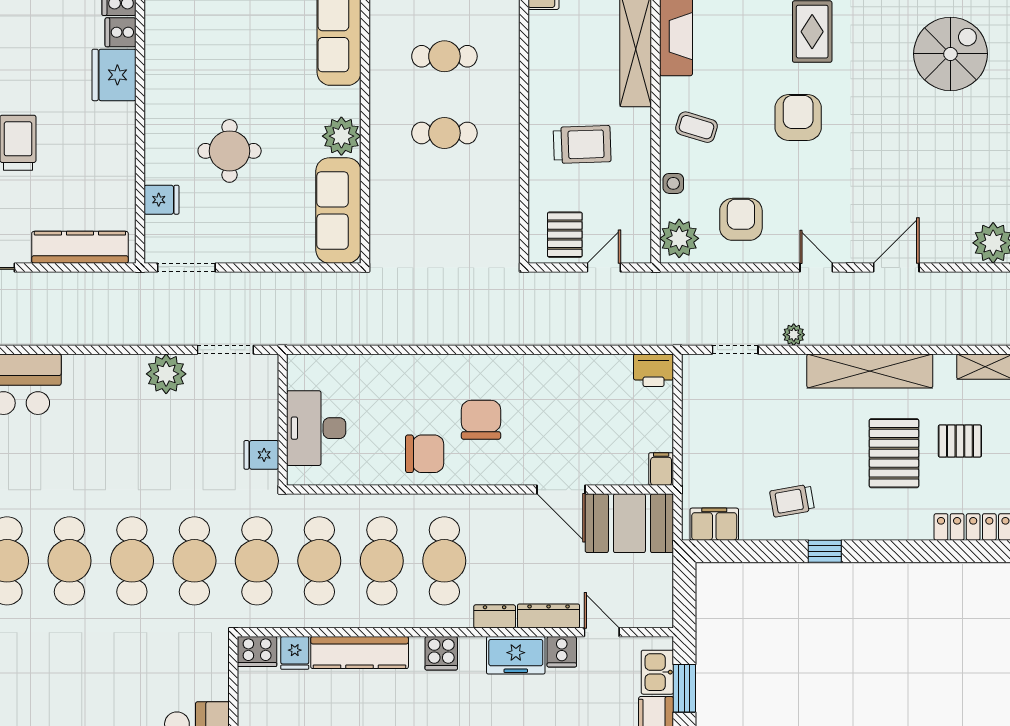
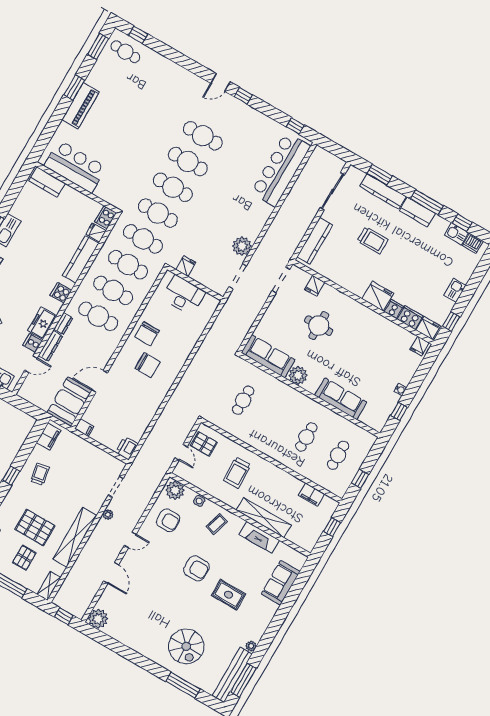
cafe table: (444, 133) -> (243, 400), moved

